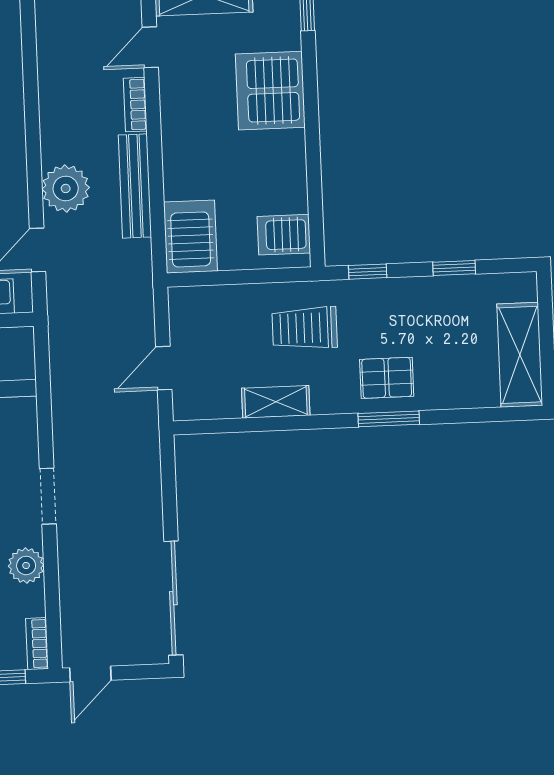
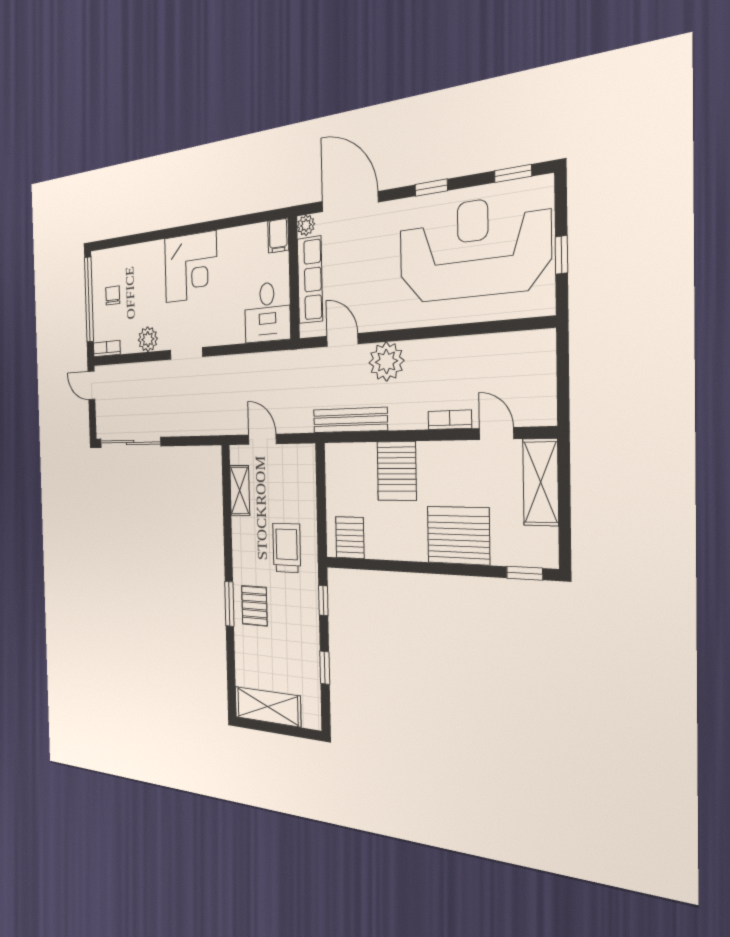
bench: (135, 186) -> (350, 420), moved
server rack: (190, 237) -> (397, 471), moved, turned 90
shelving: (276, 402) -> (240, 490), moved

